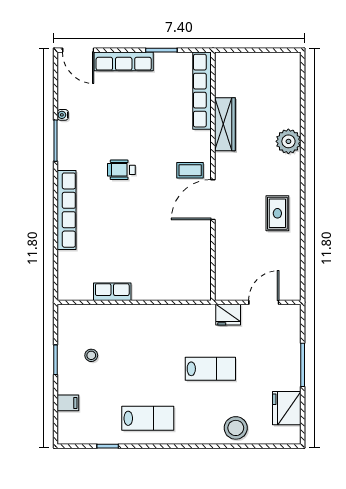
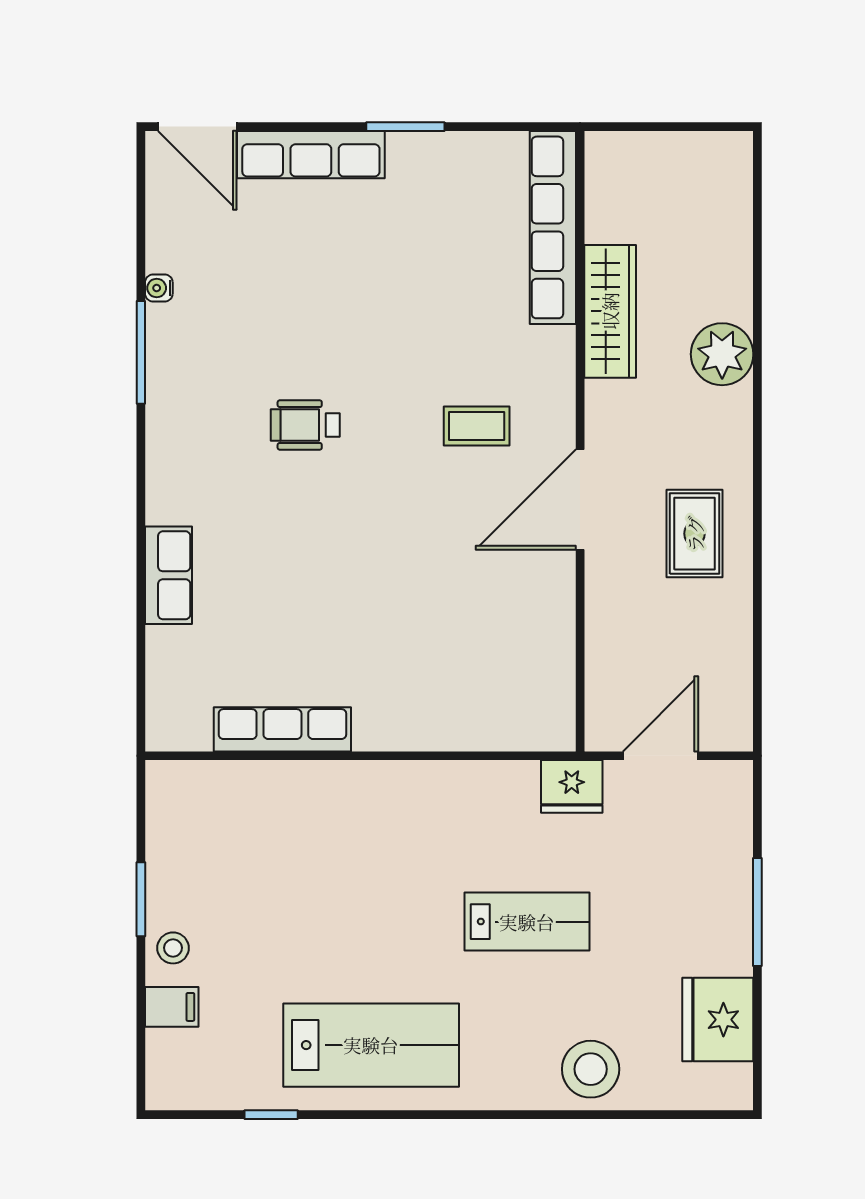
row of seats: (202, 91) -> (553, 227), moved
wardrobe: (225, 124) -> (610, 311), moved
wall: (213, 176) -> (580, 441), moved
door: (213, 200) -> (580, 500), moved
row of seats: (67, 210) -> (169, 575), width x0.50
row of seats: (112, 292) -> (282, 729), width x1.48
stool: (91, 355) -> (173, 948), moved
lab bench: (148, 418) -> (371, 1045), width x1.36, depth x1.39

